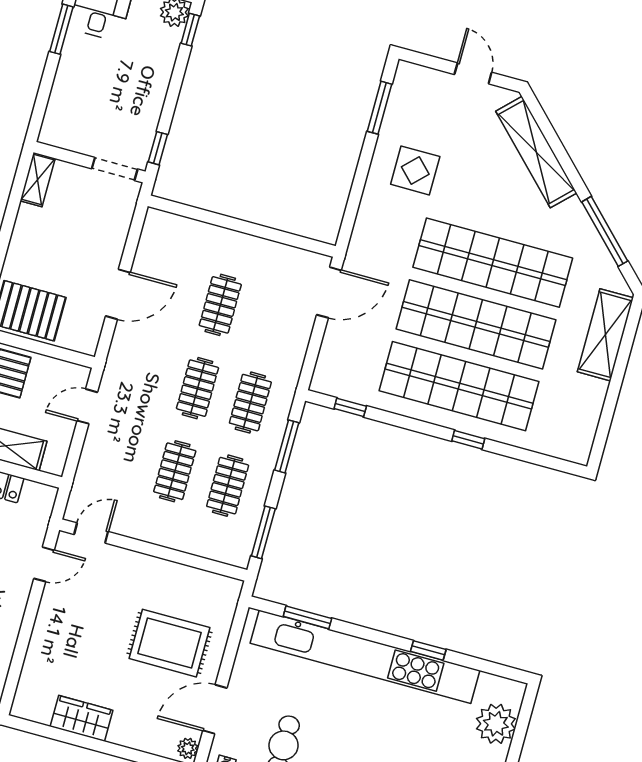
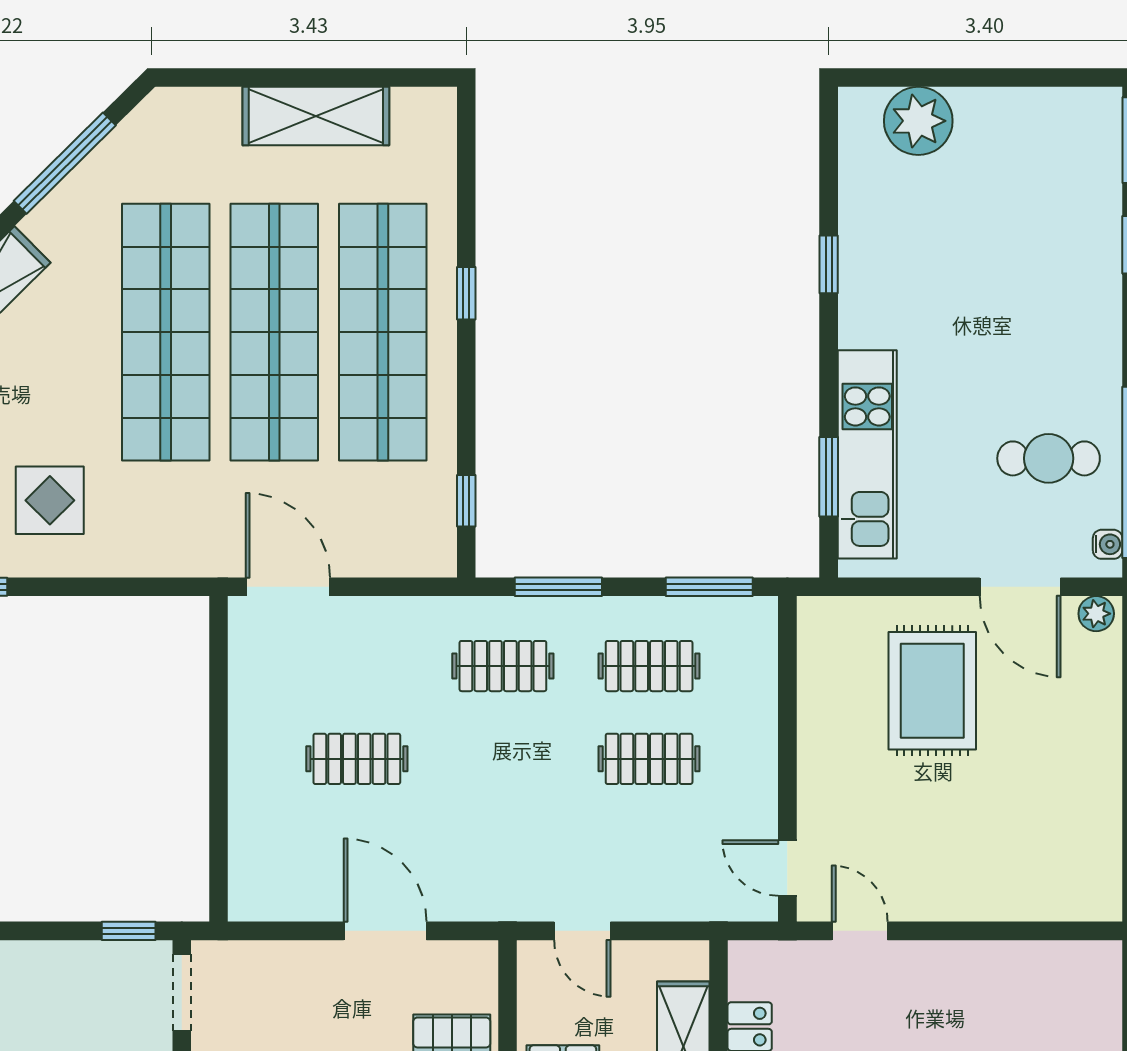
shelving: (605, 335) -> (316, 116), moved
clothes rail: (198, 388) -> (503, 759), removed
kitchen unit: (365, 657) -> (867, 454), width x0.54
wardrobe: (82, 718) -> (1095, 801), removed

